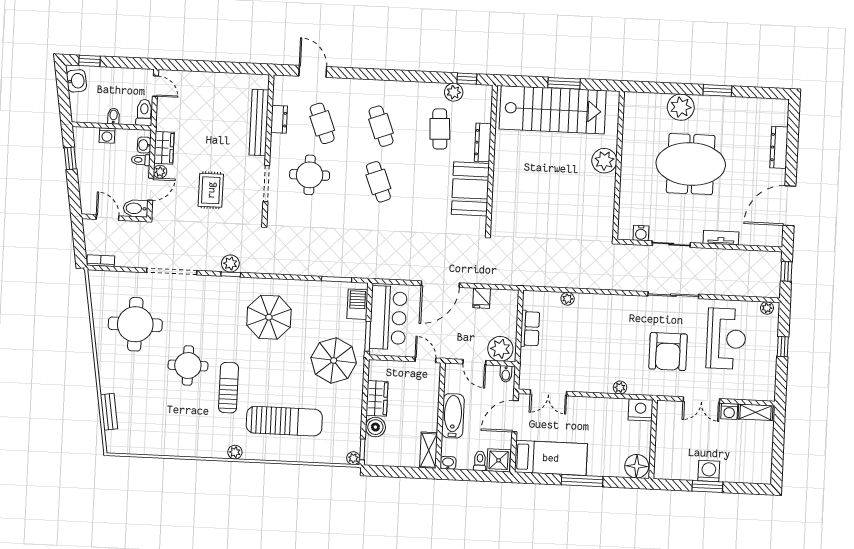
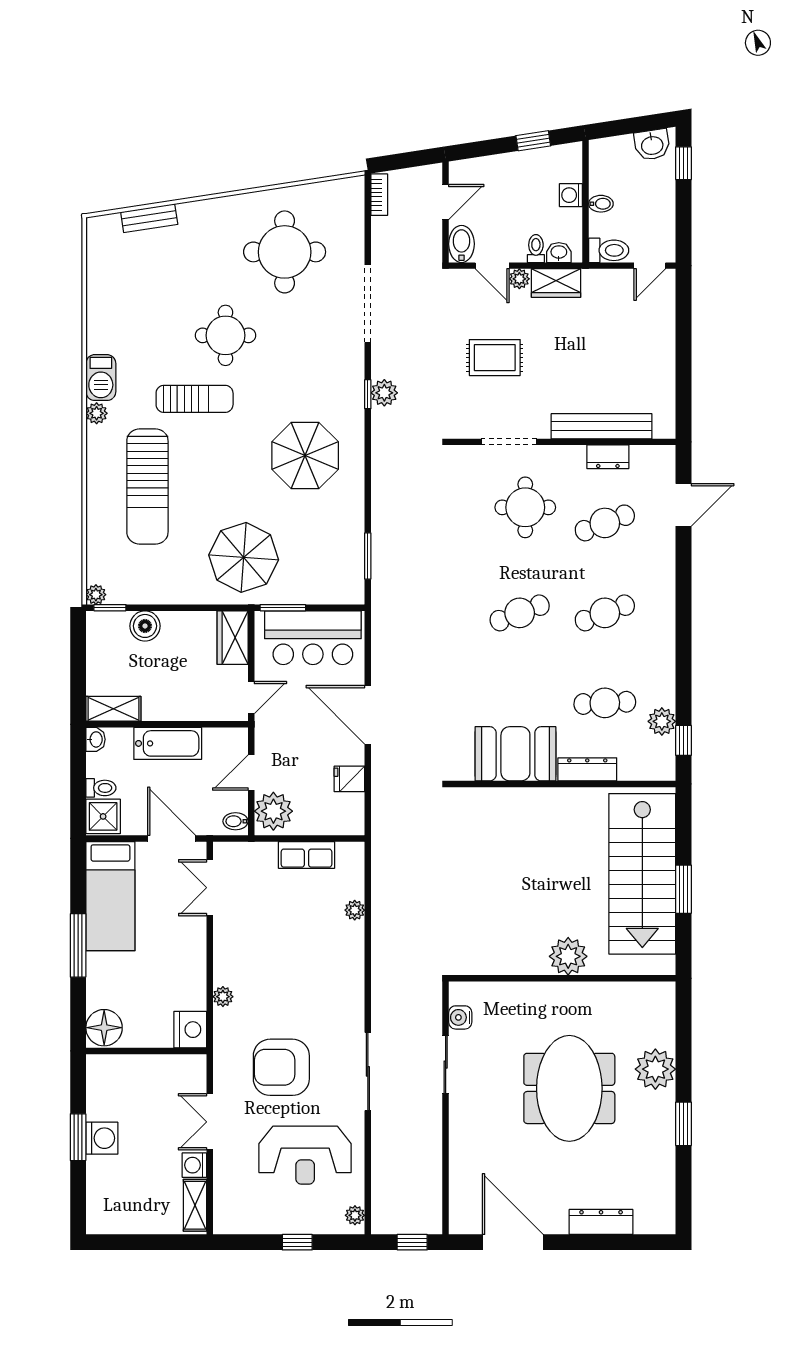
tv unit: (721, 238) -> (459, 1140), removed
barbecue: (357, 304) -> (101, 378), moved, turned 90
wardrobe: (377, 398) -> (233, 638), moved, turned 90

